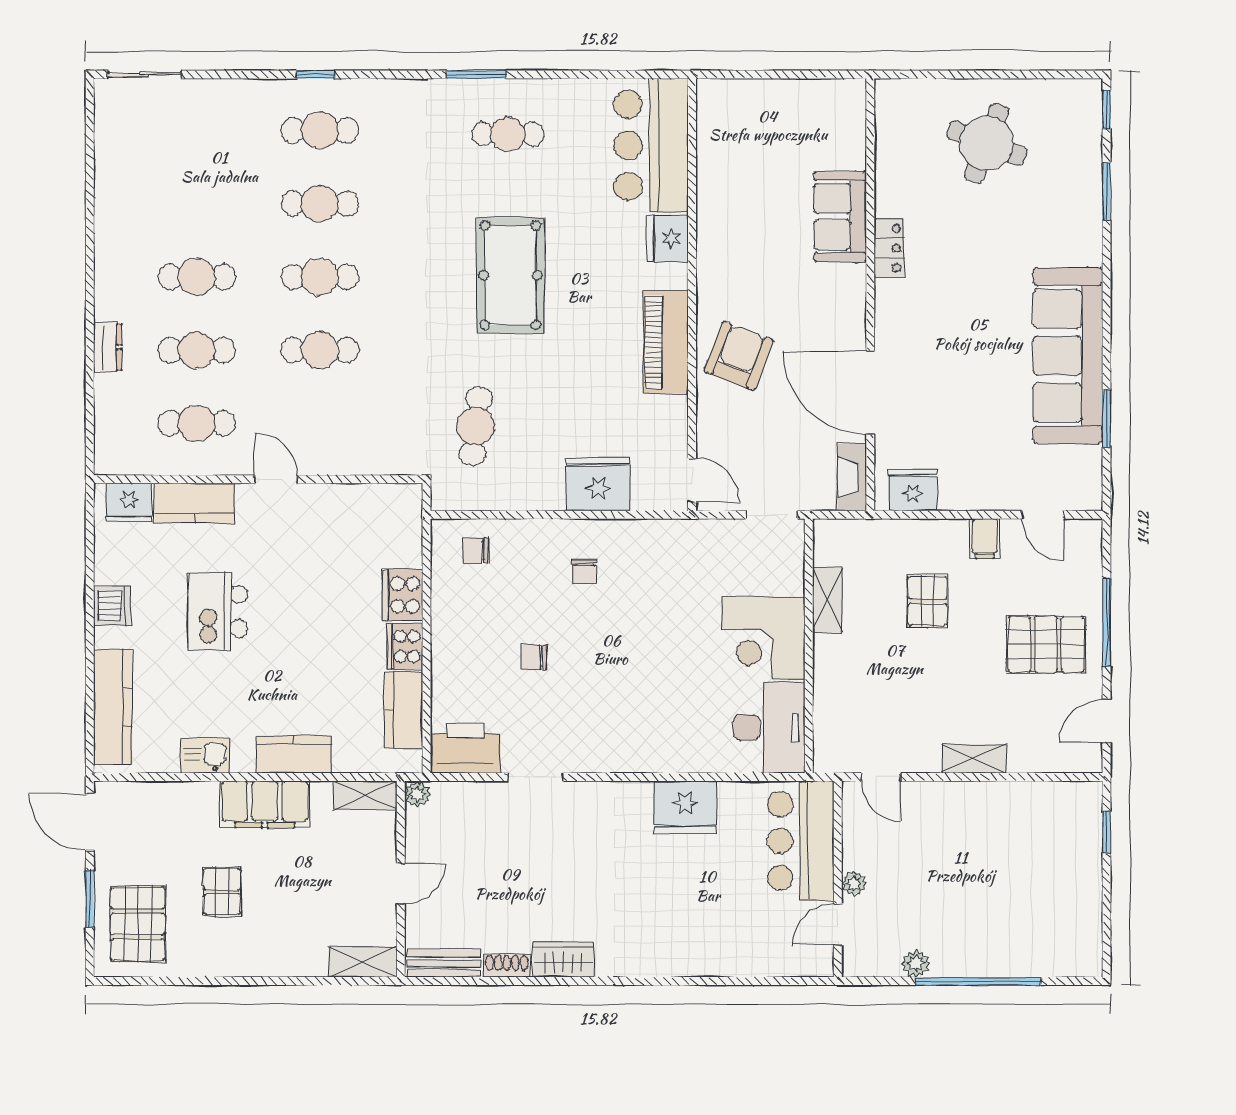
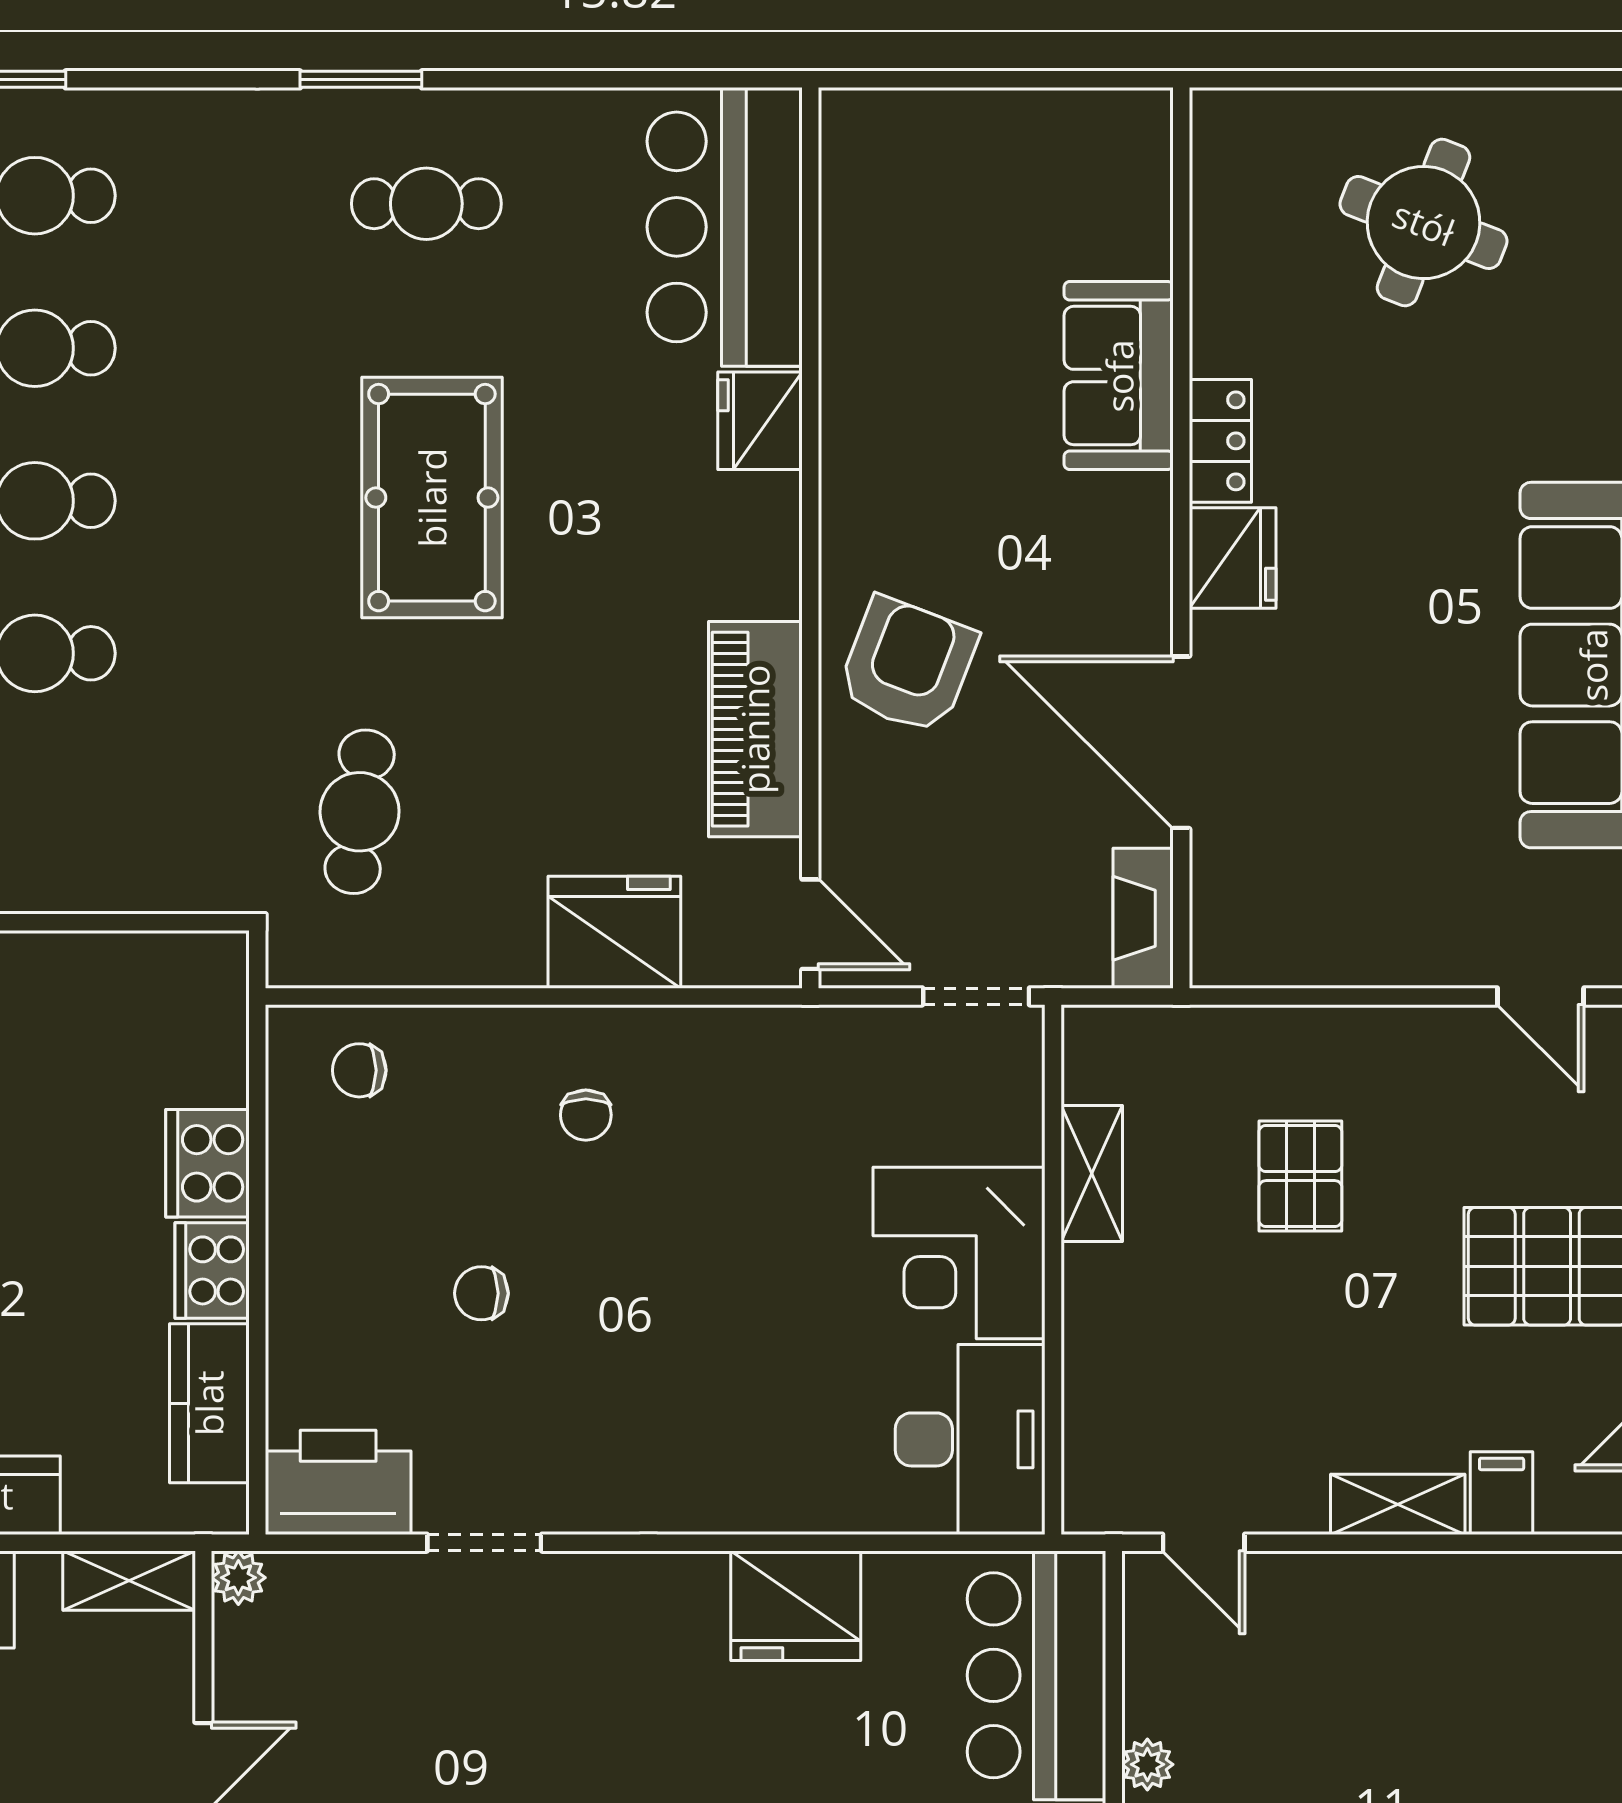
piano: (666, 342) -> (755, 729), moved
fridge: (913, 490) -> (1233, 558), moved, turned 90
filing cabinet: (985, 539) -> (1502, 1493), moved, turned 180

